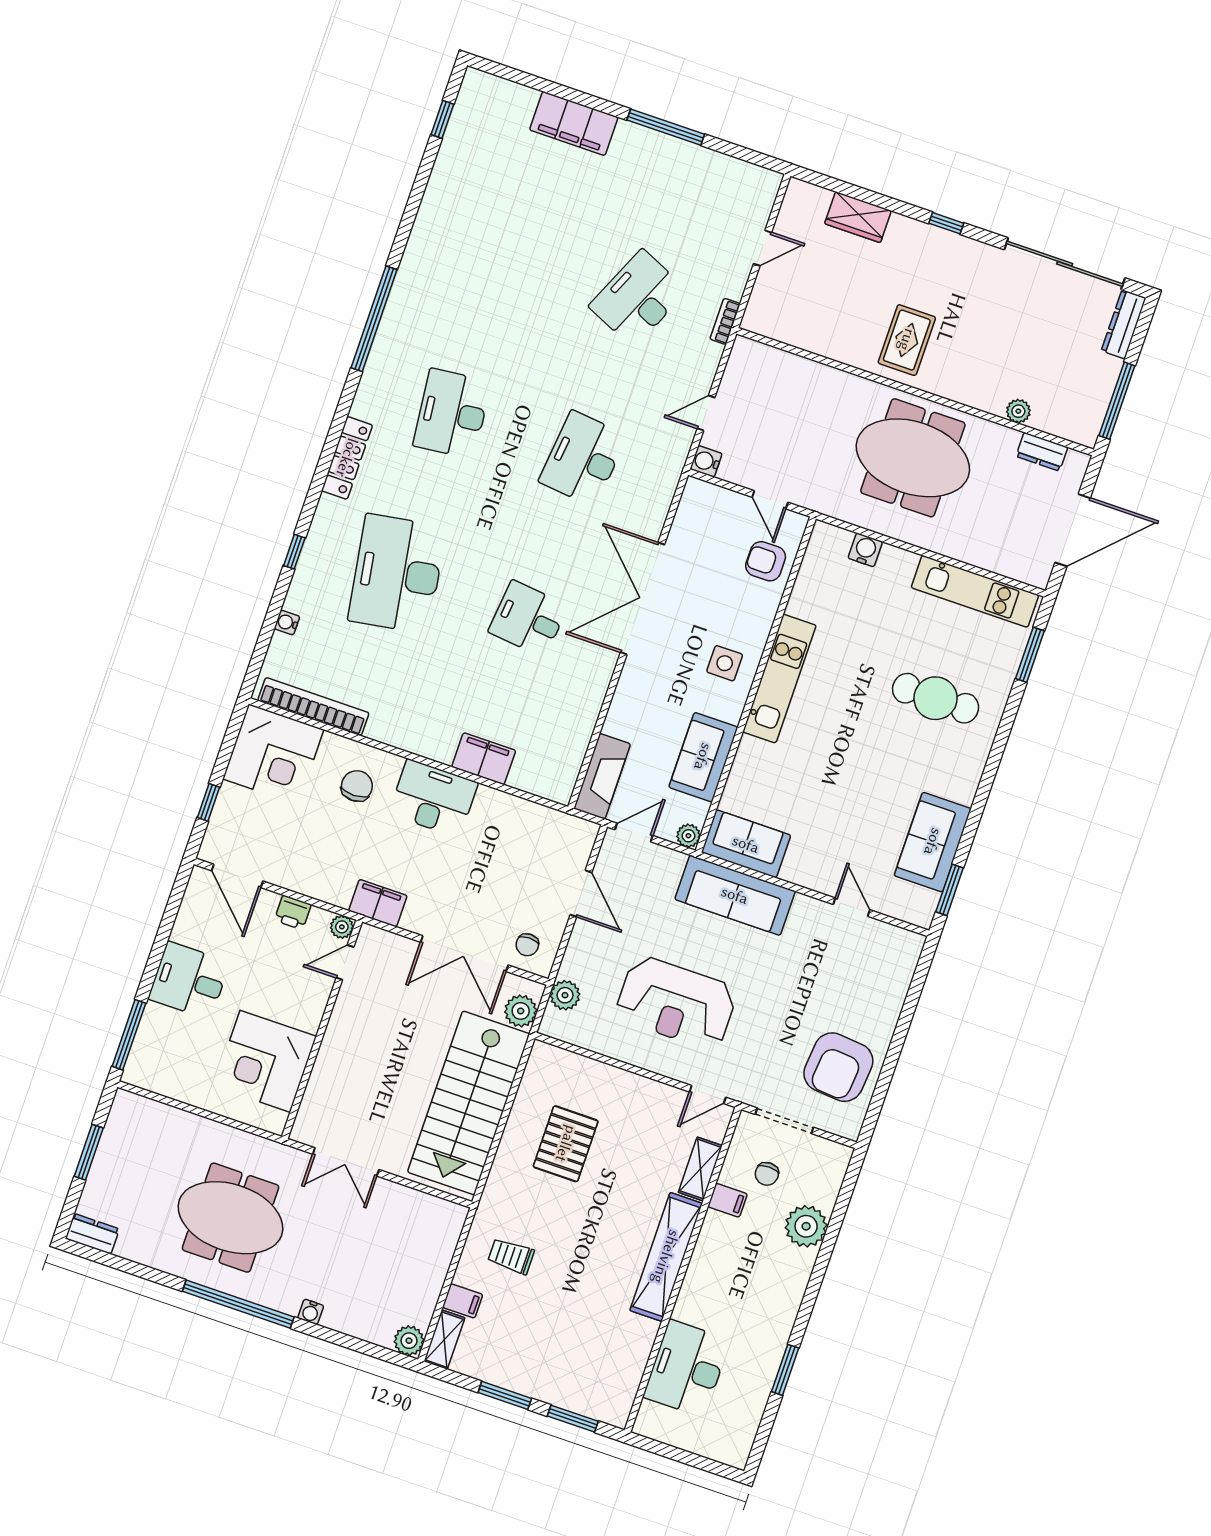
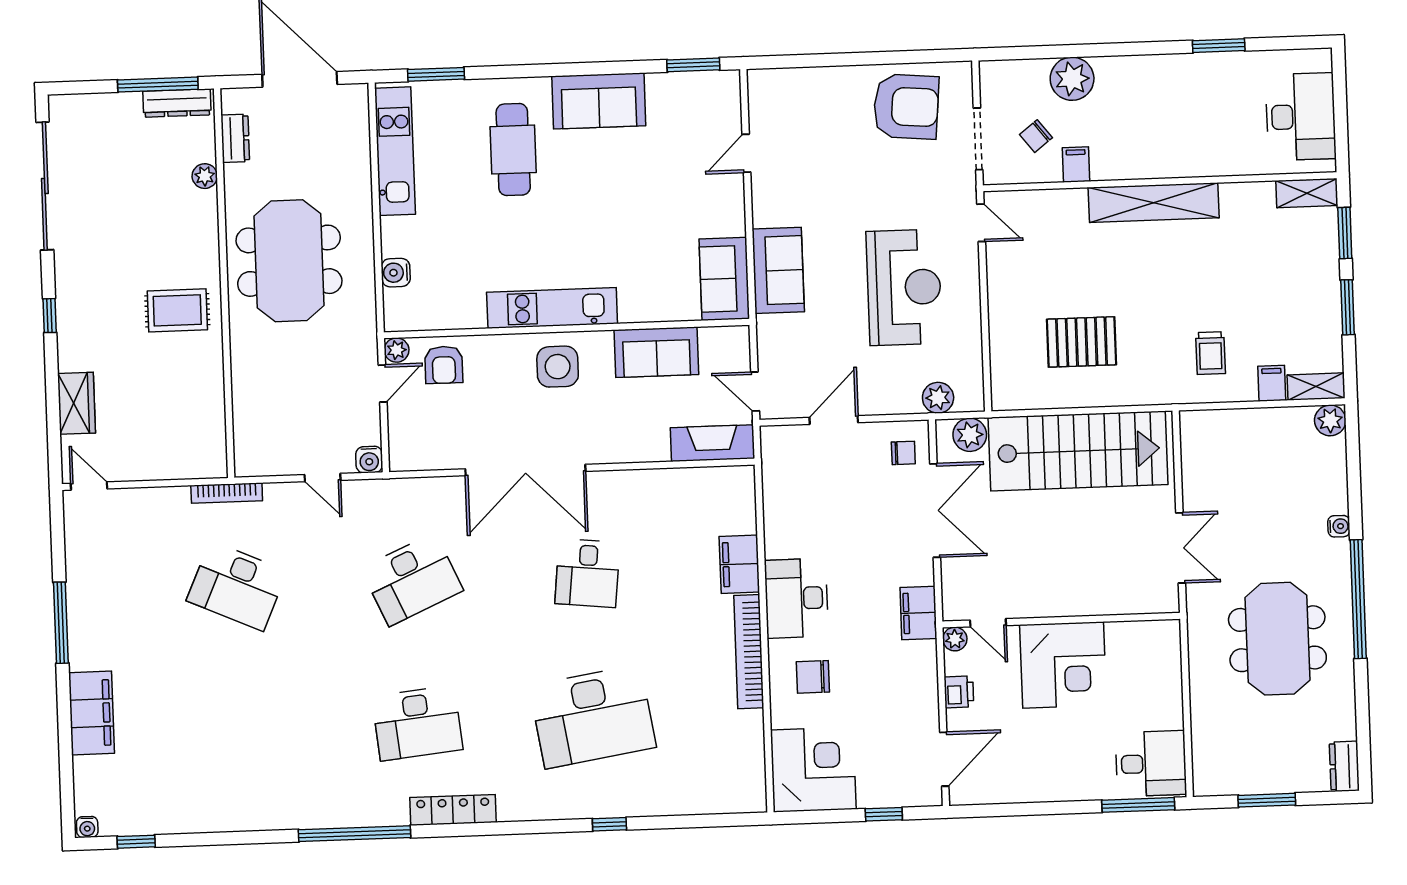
door: (763, 248) -> (89, 486), moved
bookcase: (725, 321) -> (227, 493), width x1.56
dresser: (1124, 324) -> (177, 103), moved
locker: (347, 458) -> (453, 810), moved
desk: (583, 459) -> (412, 580), turned -30
water cooler: (287, 622) -> (87, 827), moved
side table: (725, 663) -> (558, 367), width x1.37, depth x1.37
bookcase: (313, 707) -> (749, 652), moved
plant: (688, 836) -> (397, 350), moved
sofa: (933, 842) -> (599, 101), moved
sofa: (735, 895) -> (778, 270), width x0.73
desk: (189, 980) -> (1151, 764), moved, turned -90
corner desk: (265, 1061) -> (1063, 665), moved
shelving: (700, 1169) -> (1307, 193), moved
chair: (767, 1174) -> (1036, 136), turned 142
desk: (687, 1368) -> (1301, 117), moved, turned -90

